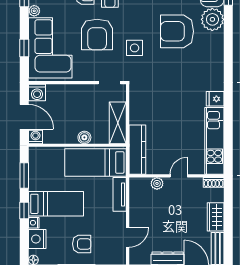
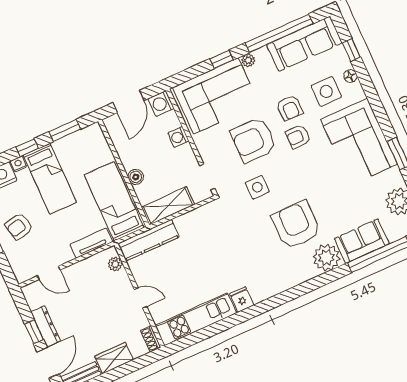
window: (24, 48) -> (222, 59), moved
washing machine: (35, 137) -> (178, 137), moved, turned 180
plant: (157, 183) -> (115, 264), moved
armchair: (82, 244) -> (19, 226), turned 78

